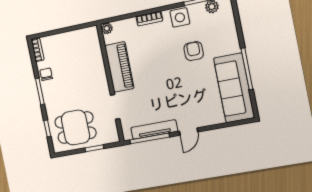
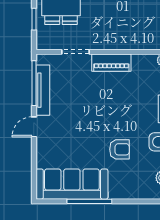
piano: (119, 67) -> (111, 63), width x0.73, depth x0.75
door: (189, 132) -> (34, 127), hinge flipped

